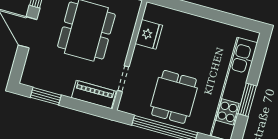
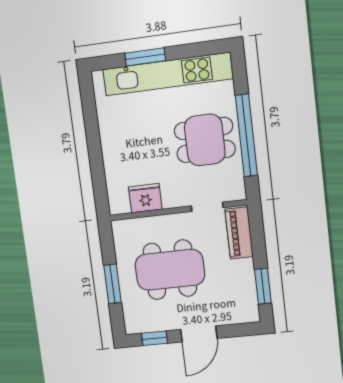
window: (247, 100) -> (145, 57), moved

